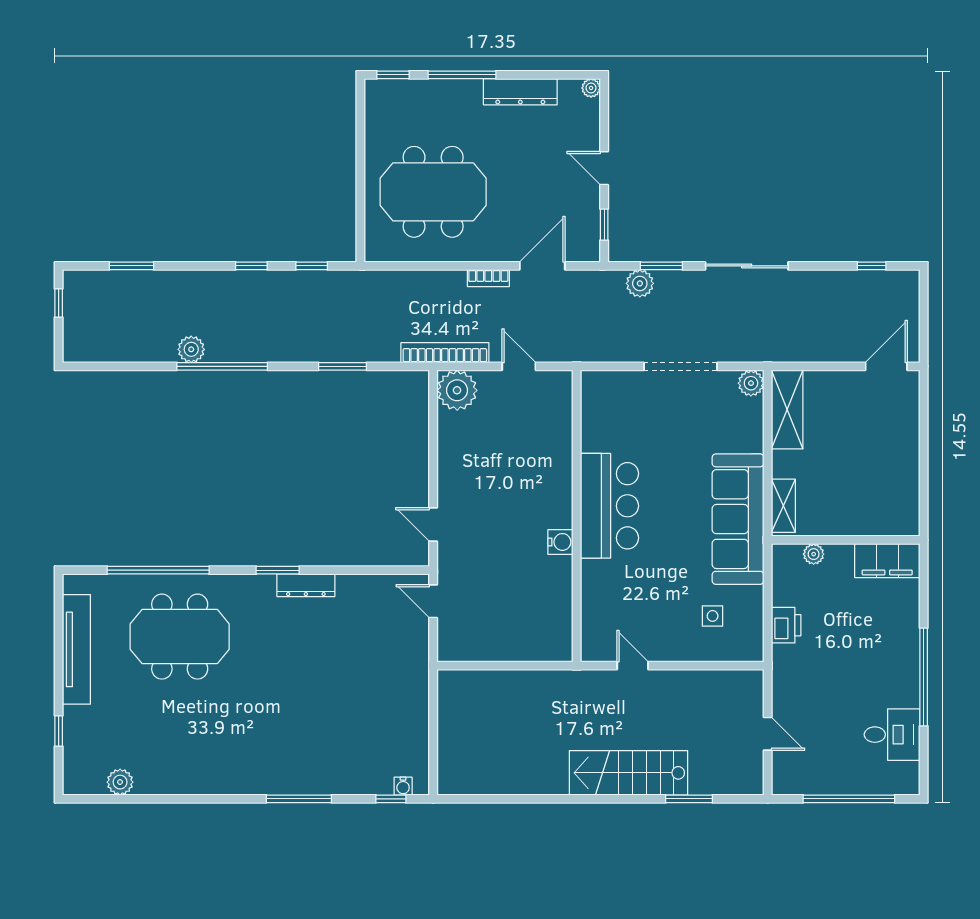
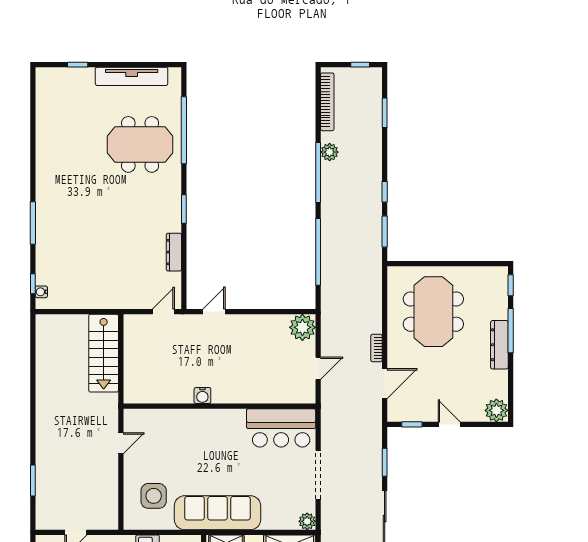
plant: (591, 88) -> (496, 410), width x1.87, depth x1.87
dresser: (520, 92) -> (499, 345), moved
door: (604, 168) -> (449, 424), hinge flipped
window: (312, 266) -> (385, 231), width x1.50
door: (542, 266) -> (385, 384), hinge flipped
plant: (640, 283) -> (373, 448), removed
bookcase: (445, 353) -> (327, 102), moved
window: (343, 366) -> (318, 252), width x2.11
bar counter: (609, 506) -> (281, 428), moved
dresser: (306, 585) -> (174, 252), moved
side table: (713, 616) -> (154, 496), width x1.87, depth x1.87
meeting table: (180, 637) -> (140, 144), turned 90
stairs: (629, 773) -> (104, 353), moved, turned 180
plant: (120, 782) -> (44, 105), removed

